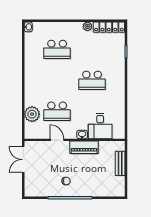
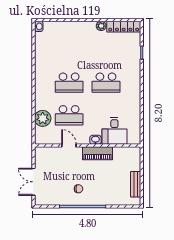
school desk: (57, 49) -> (69, 83), moved
double door: (23, 160) -> (33, 182), moved
bench: (120, 163) -> (136, 184), moved

